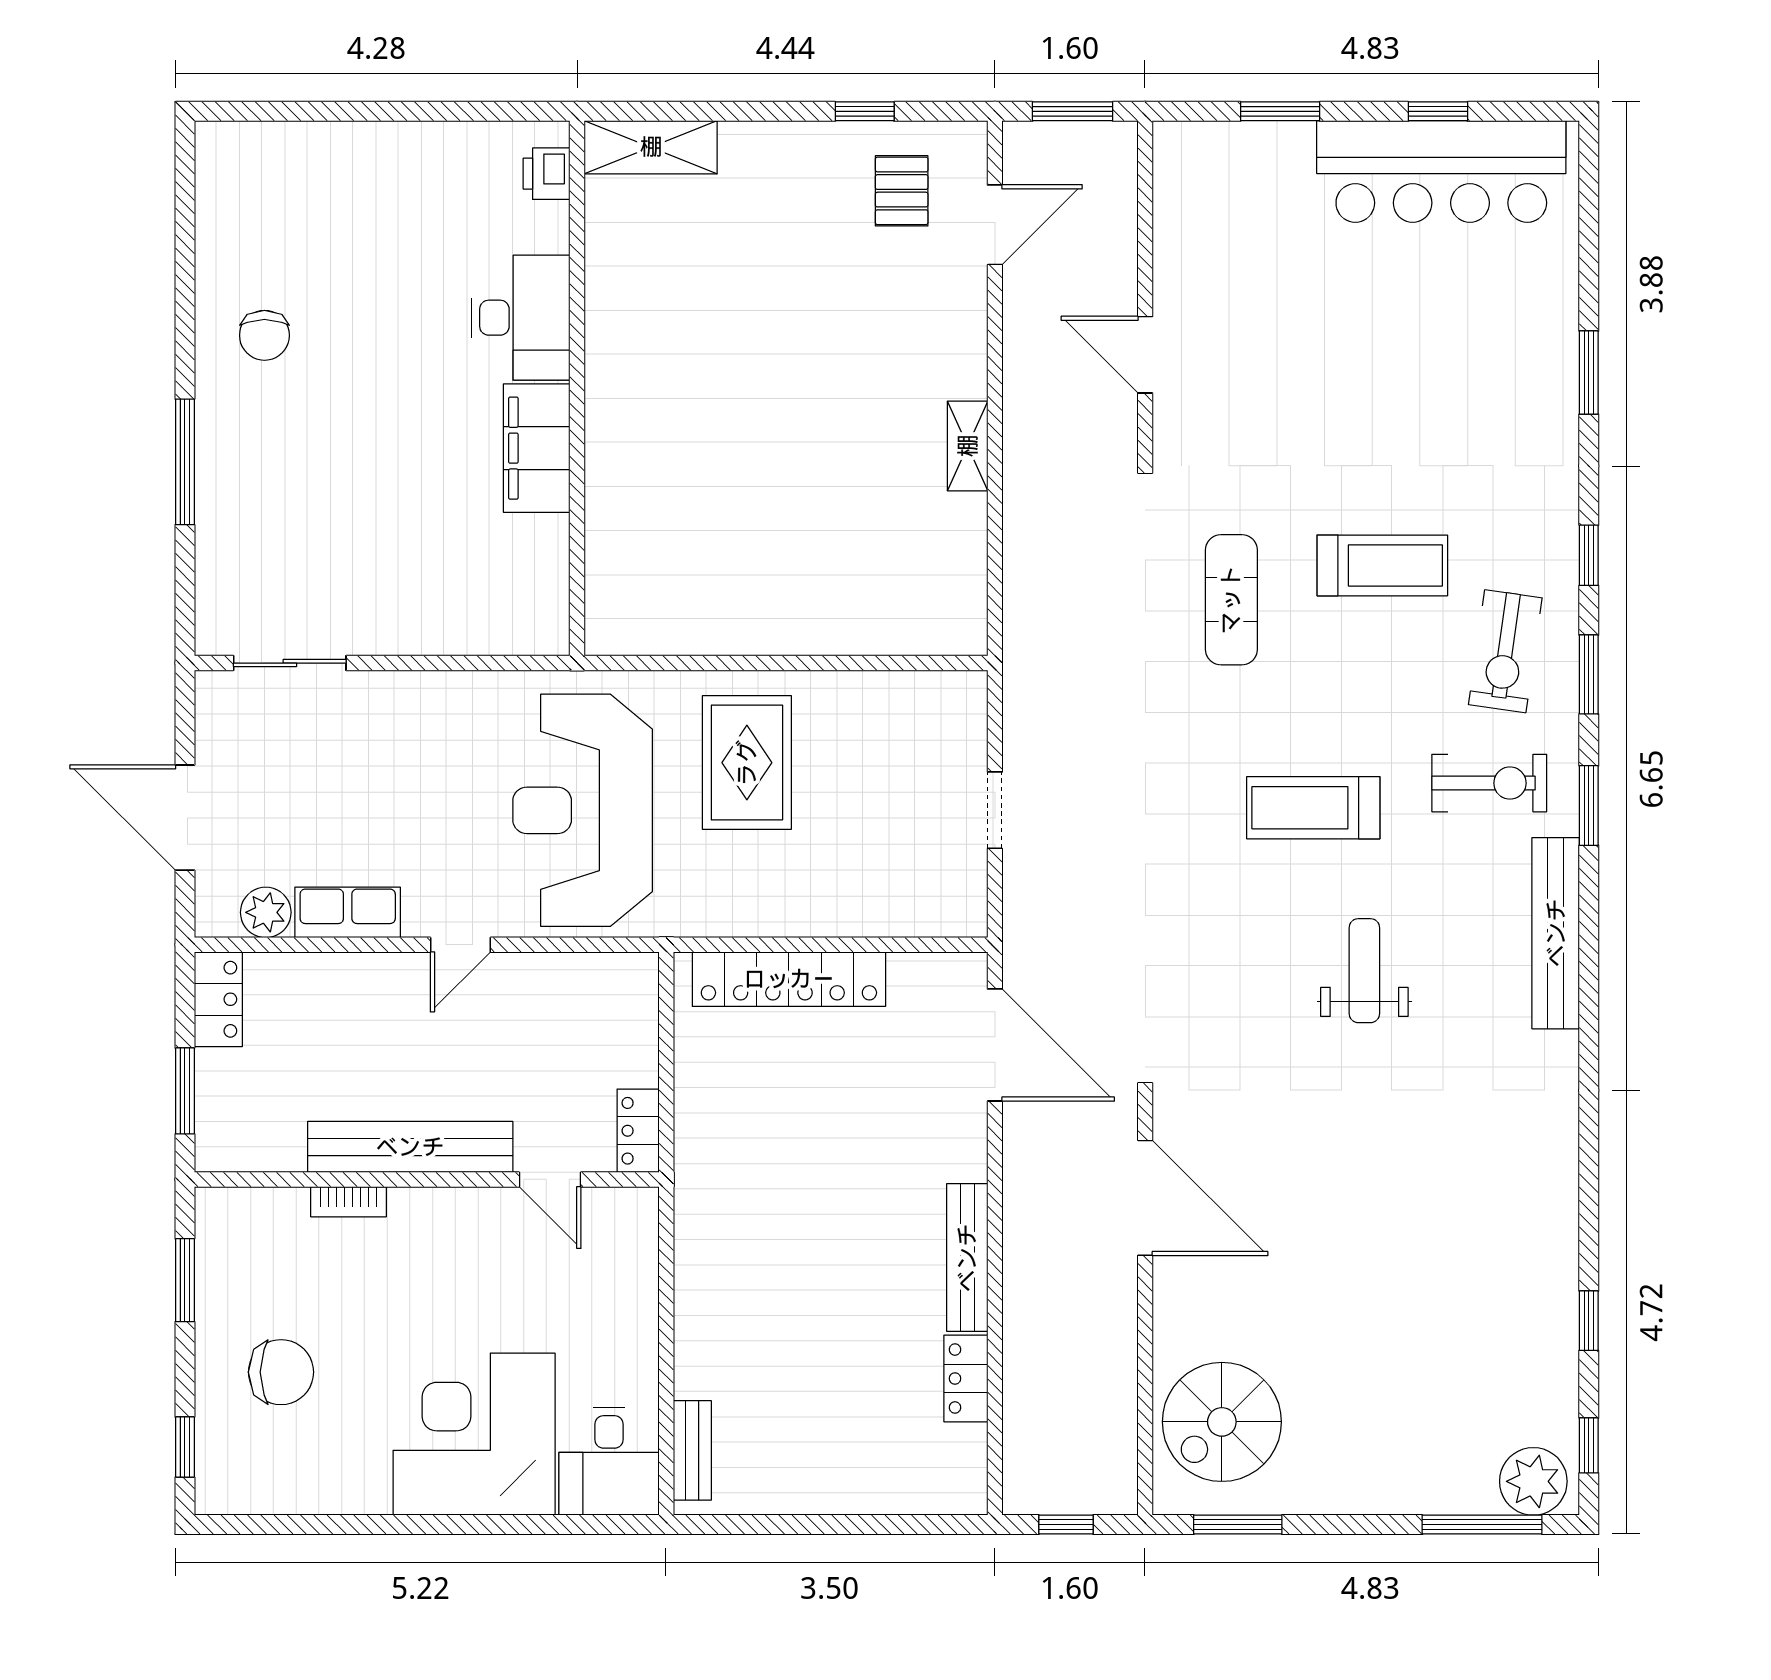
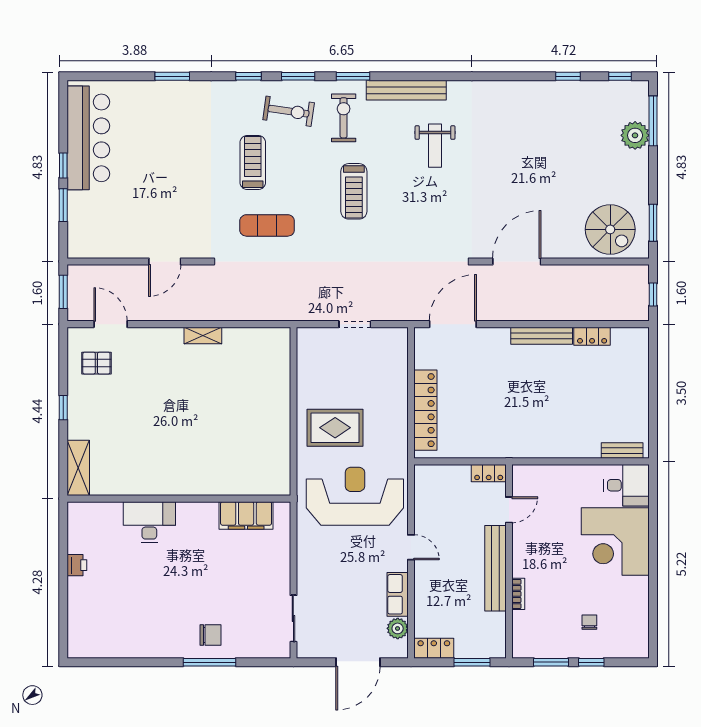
window: (865, 111) -> (63, 408), moved
window: (1438, 111) -> (63, 165), moved
printer: (547, 174) -> (77, 565), moved, turned -90
chair: (264, 335) -> (211, 635), moved
filing cabinet: (537, 448) -> (246, 515), moved
reception desk: (583, 810) -> (355, 496), turned 180
weight bench: (1364, 971) -> (435, 146), moved, turned -90
chair: (281, 1372) -> (589, 622), width x0.54, depth x0.54
window: (185, 1447) -> (591, 662), moved
plant: (1533, 1481) -> (635, 135), moved

